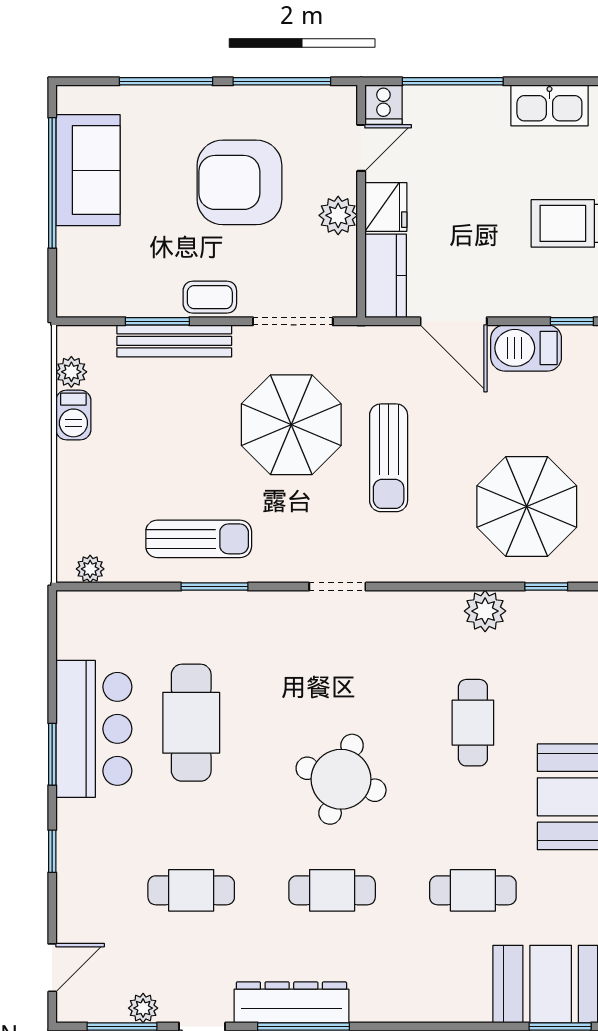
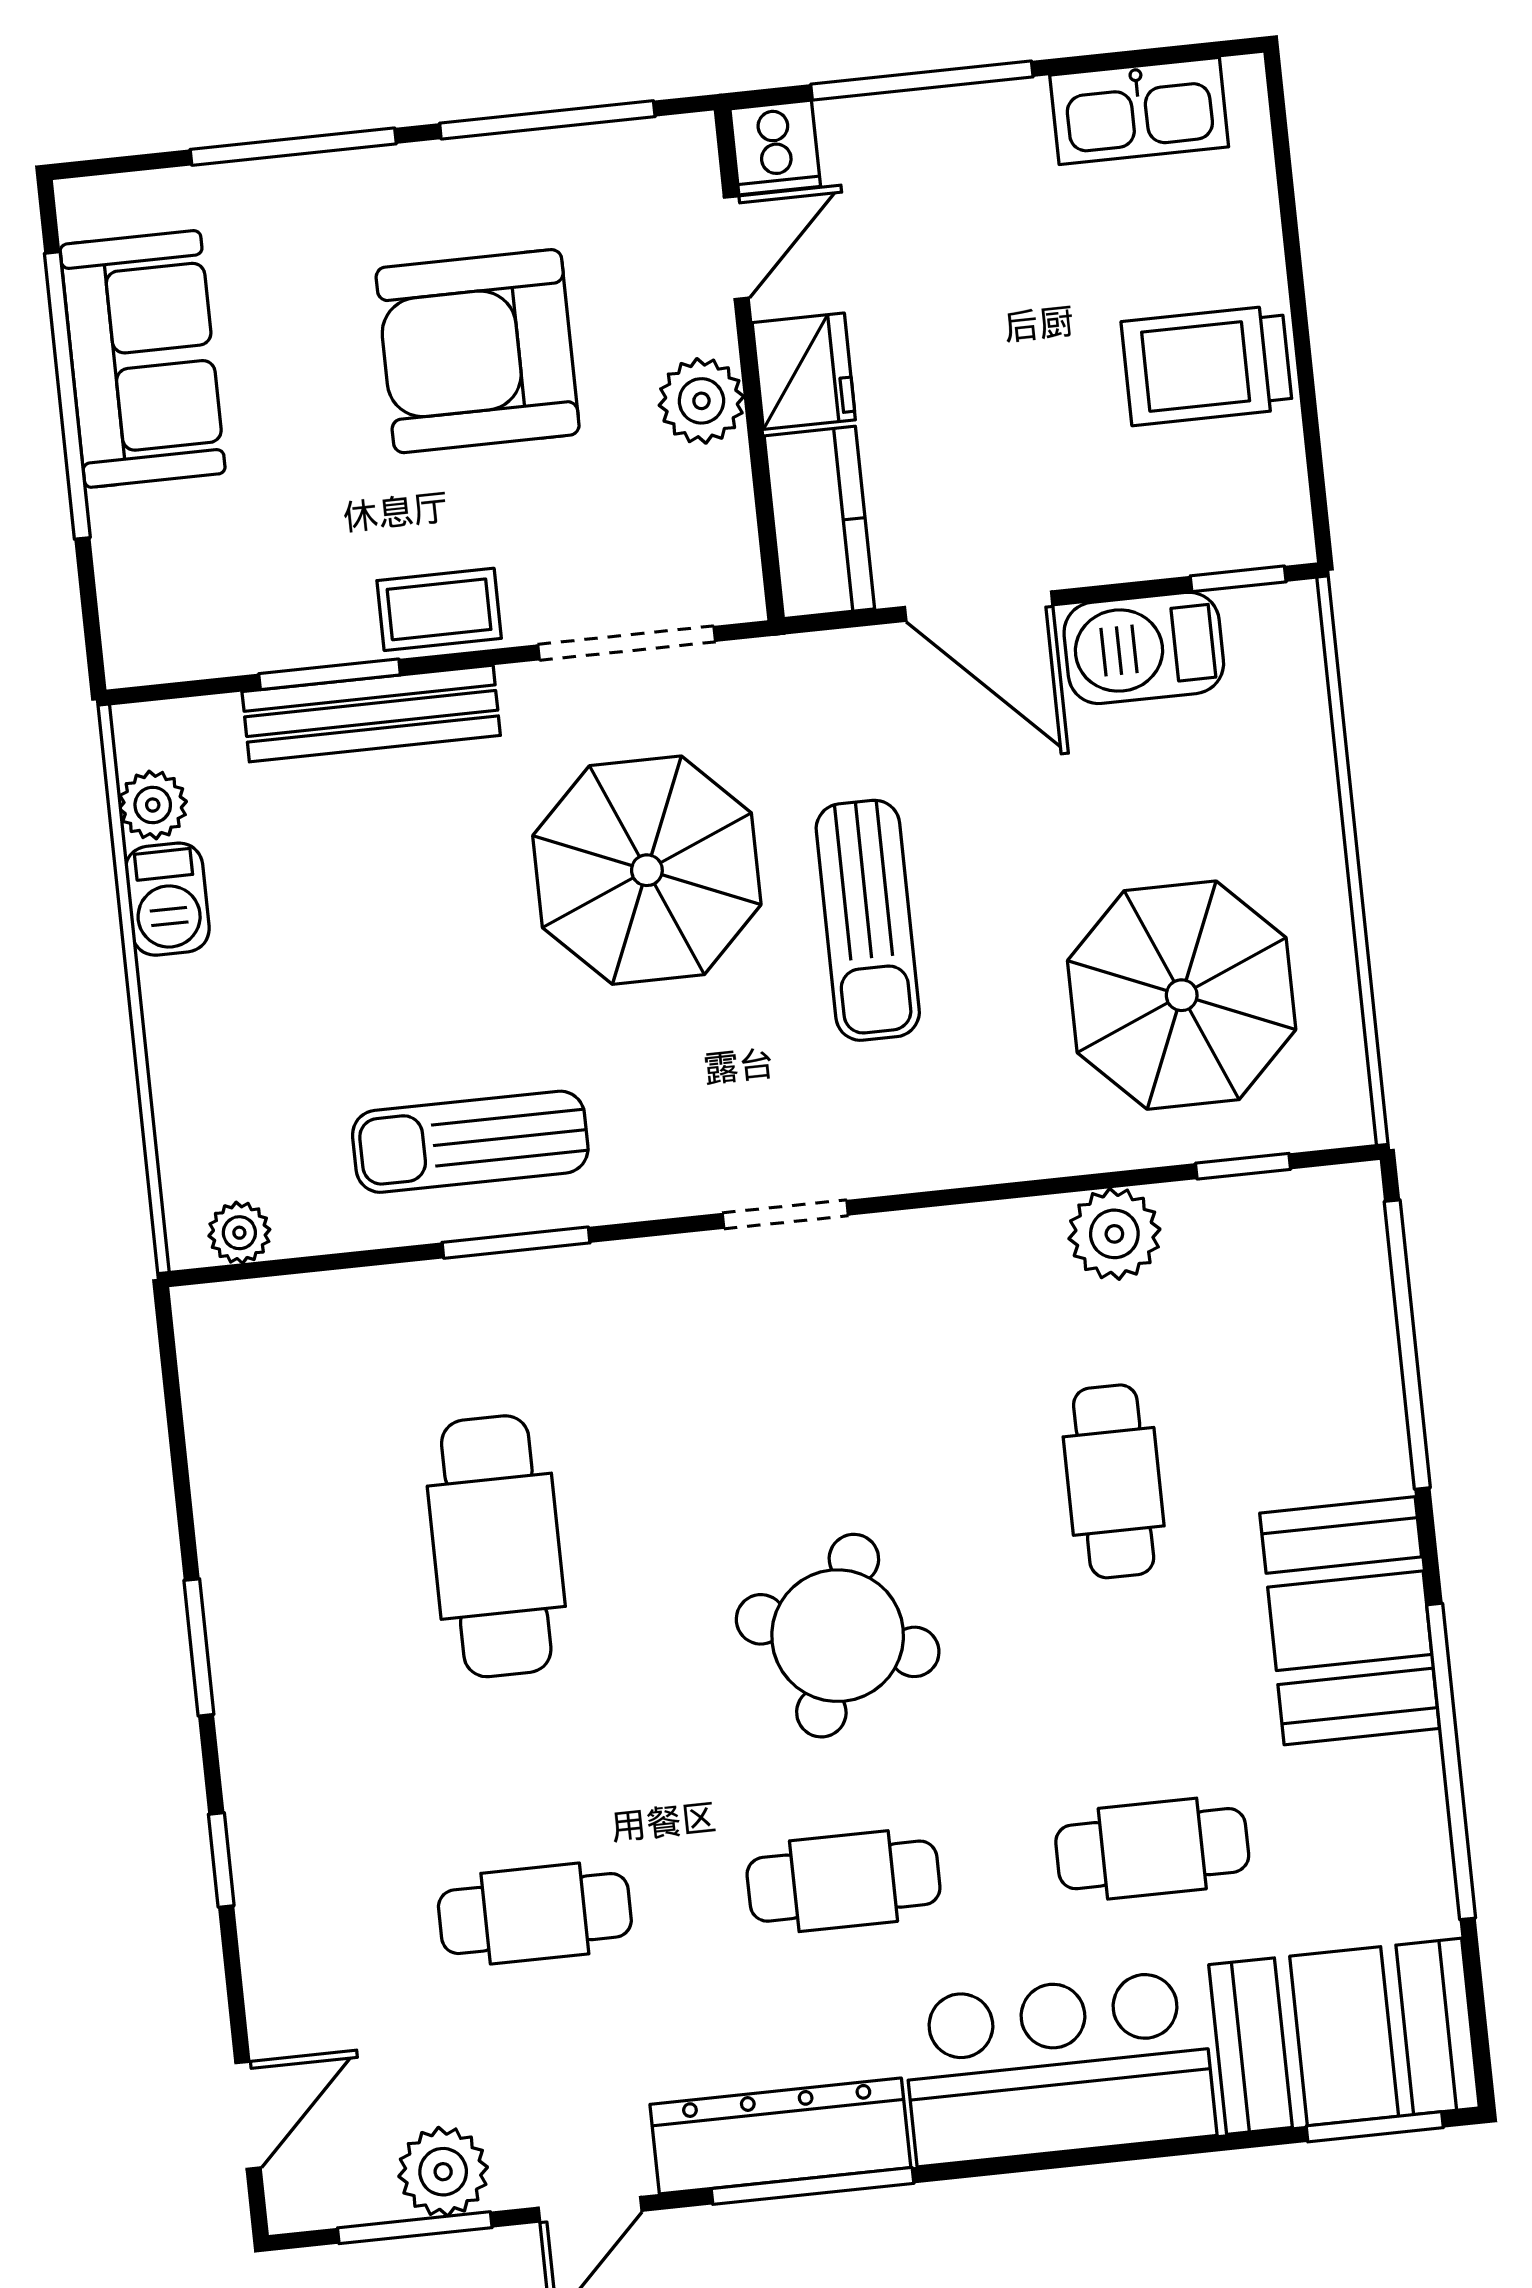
sun lounger: (199, 539) -> (470, 1142), turned 180
bar counter: (94, 729) -> (1058, 2068), moved, turned -90
plant: (143, 1008) -> (443, 2172), width x1.38, depth x1.38

